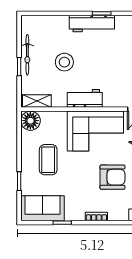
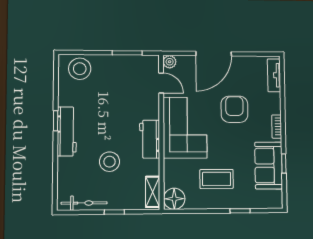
bicycle: (27, 55) -> (84, 203), moved
sofa: (43, 208) -> (269, 166), moved

